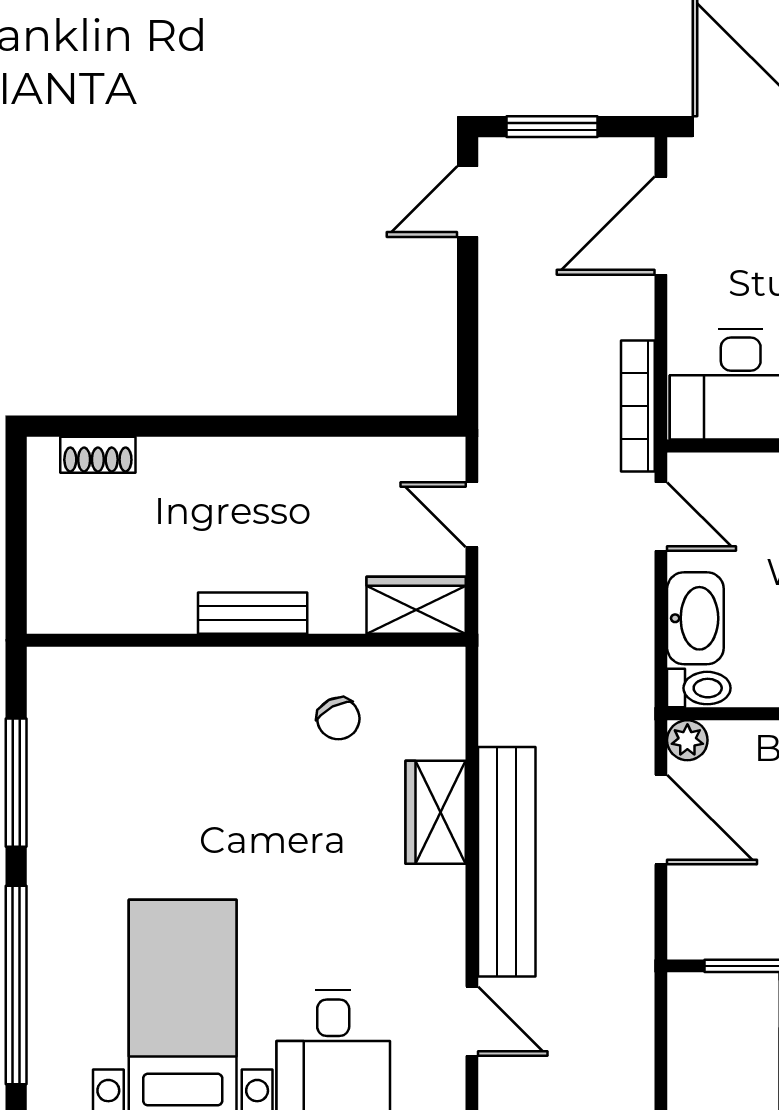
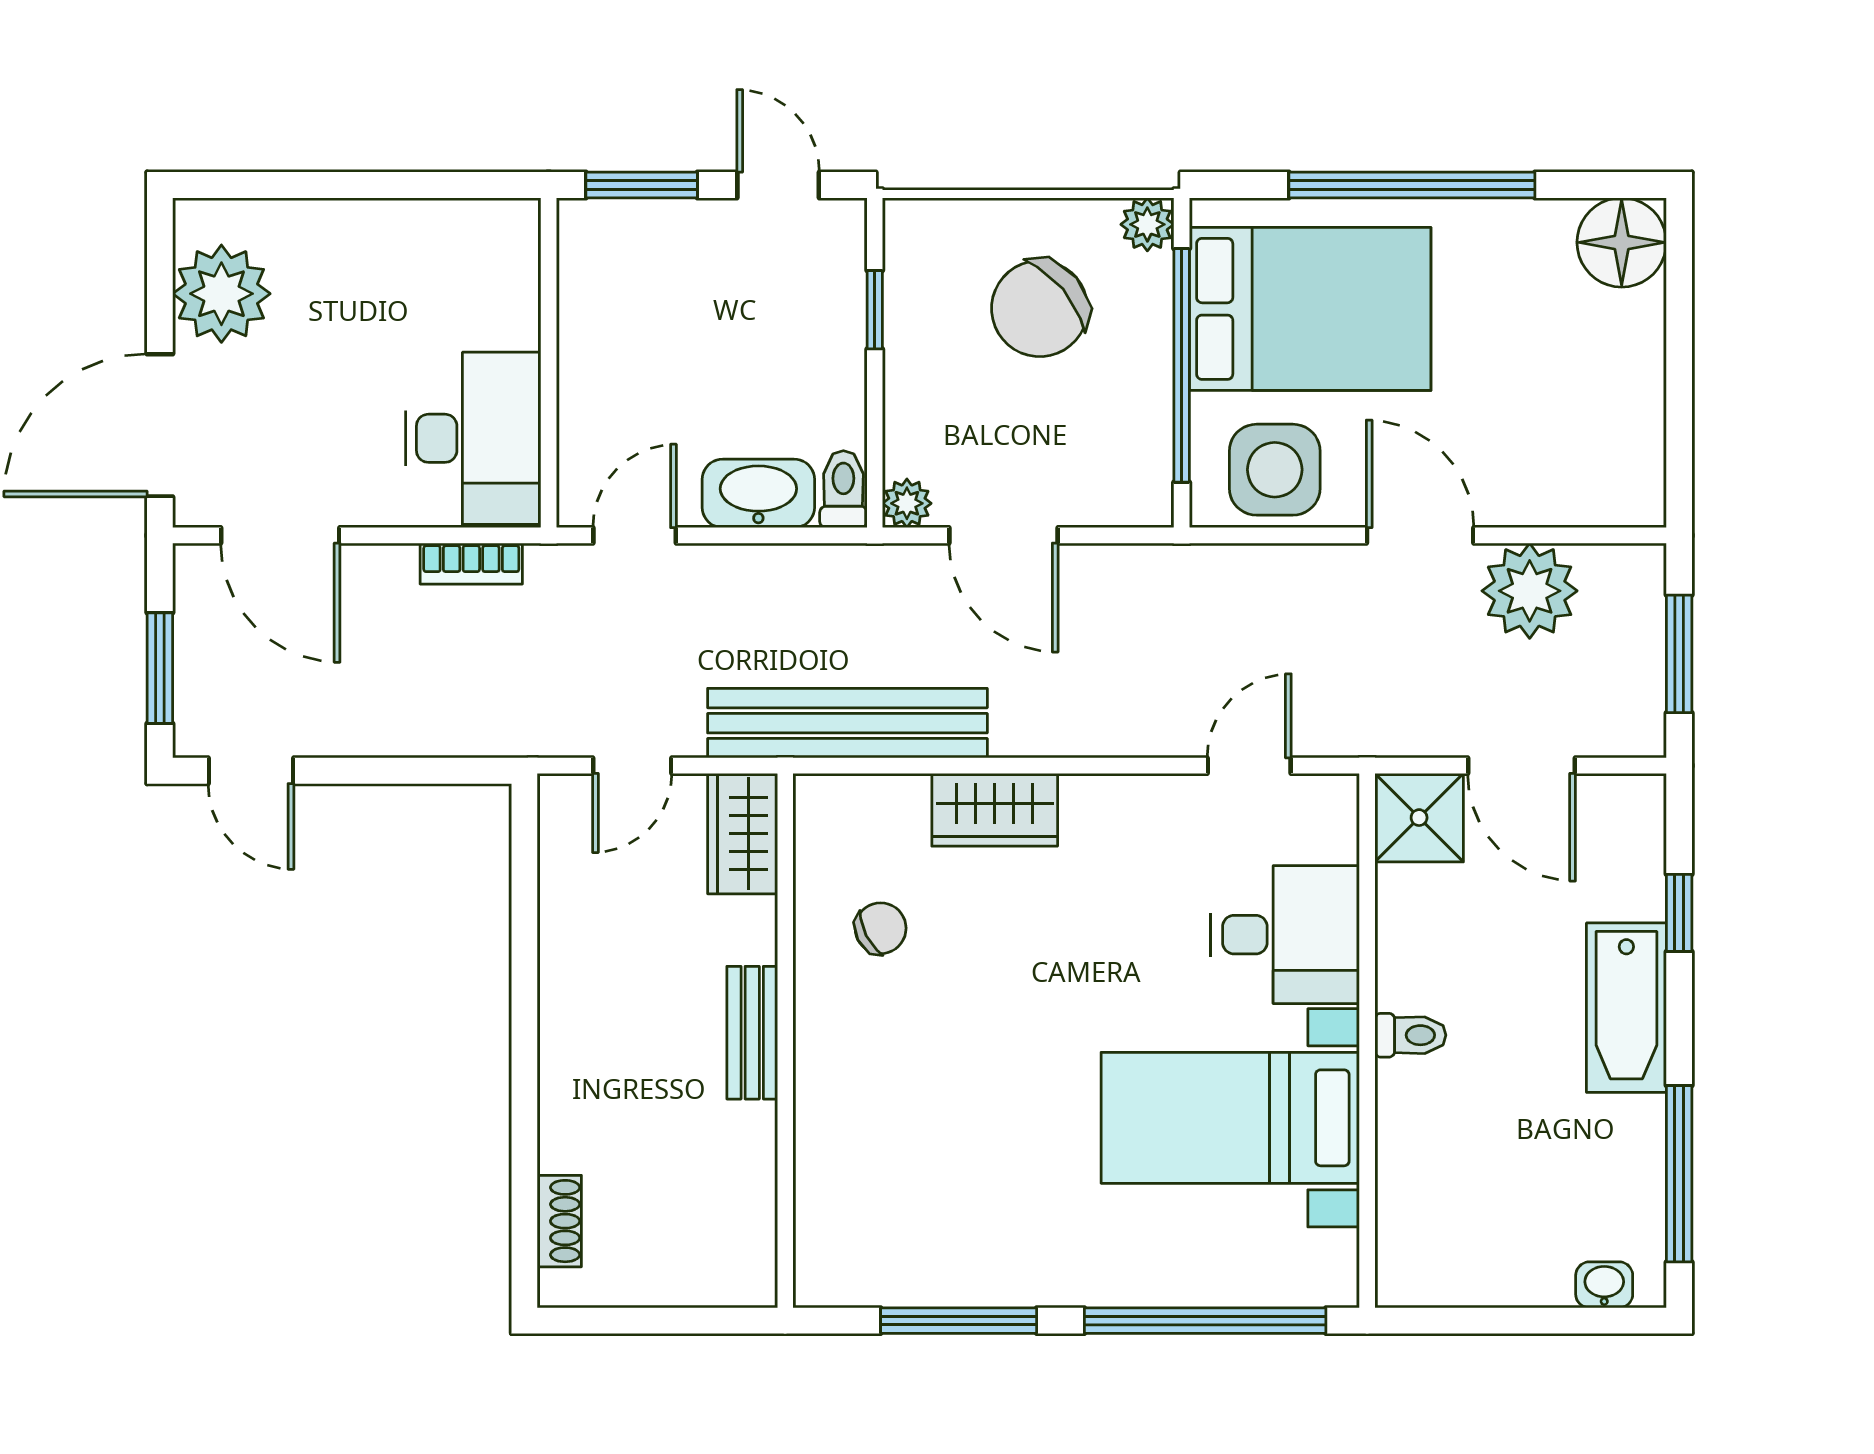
bookcase: (638, 406) -> (471, 564), width x0.64
door: (661, 820) -> (1004, 535), swing flipped
bench: (507, 862) -> (847, 723), moved
side table: (715, 1042) -> (1275, 470), added

